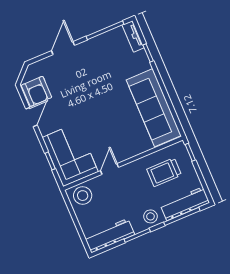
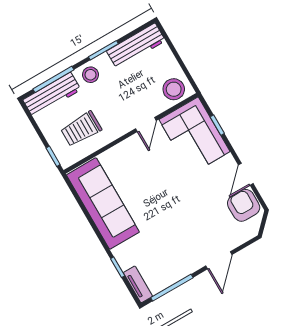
trolley: (164, 172) -> (81, 129), turned 180

